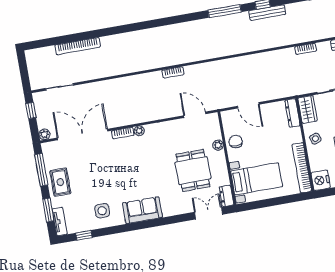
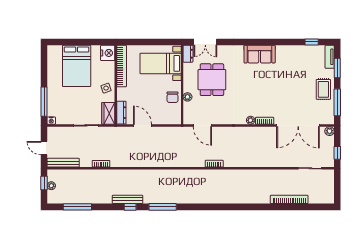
door: (248, 105) -> (143, 125), moved
side table: (102, 211) -> (293, 60), removed

